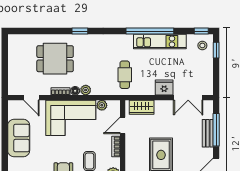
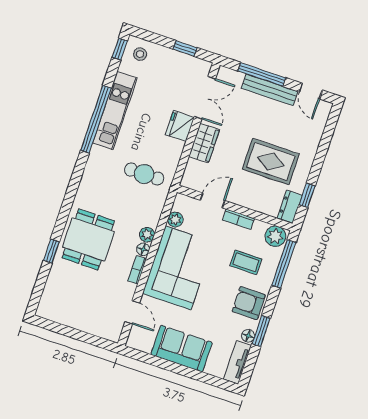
window: (80, 31) -> (51, 251), moved
window: (216, 50) -> (185, 48), moved
dining table: (55, 59) -> (88, 239), moved
door: (31, 98) -> (132, 312), hinge flipped
wardrobe: (142, 107) -> (204, 143), moved
door: (123, 125) -> (213, 200), swing flipped
bench: (208, 133) -> (270, 90), width x1.36

